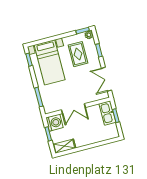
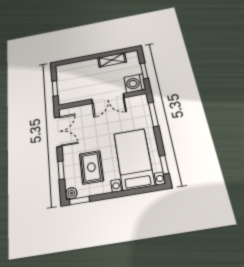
double door: (73, 109) -> (108, 98), swing flipped
kitchen sink: (107, 113) -> (65, 92), removed
shelving: (64, 146) -> (112, 60), moved

